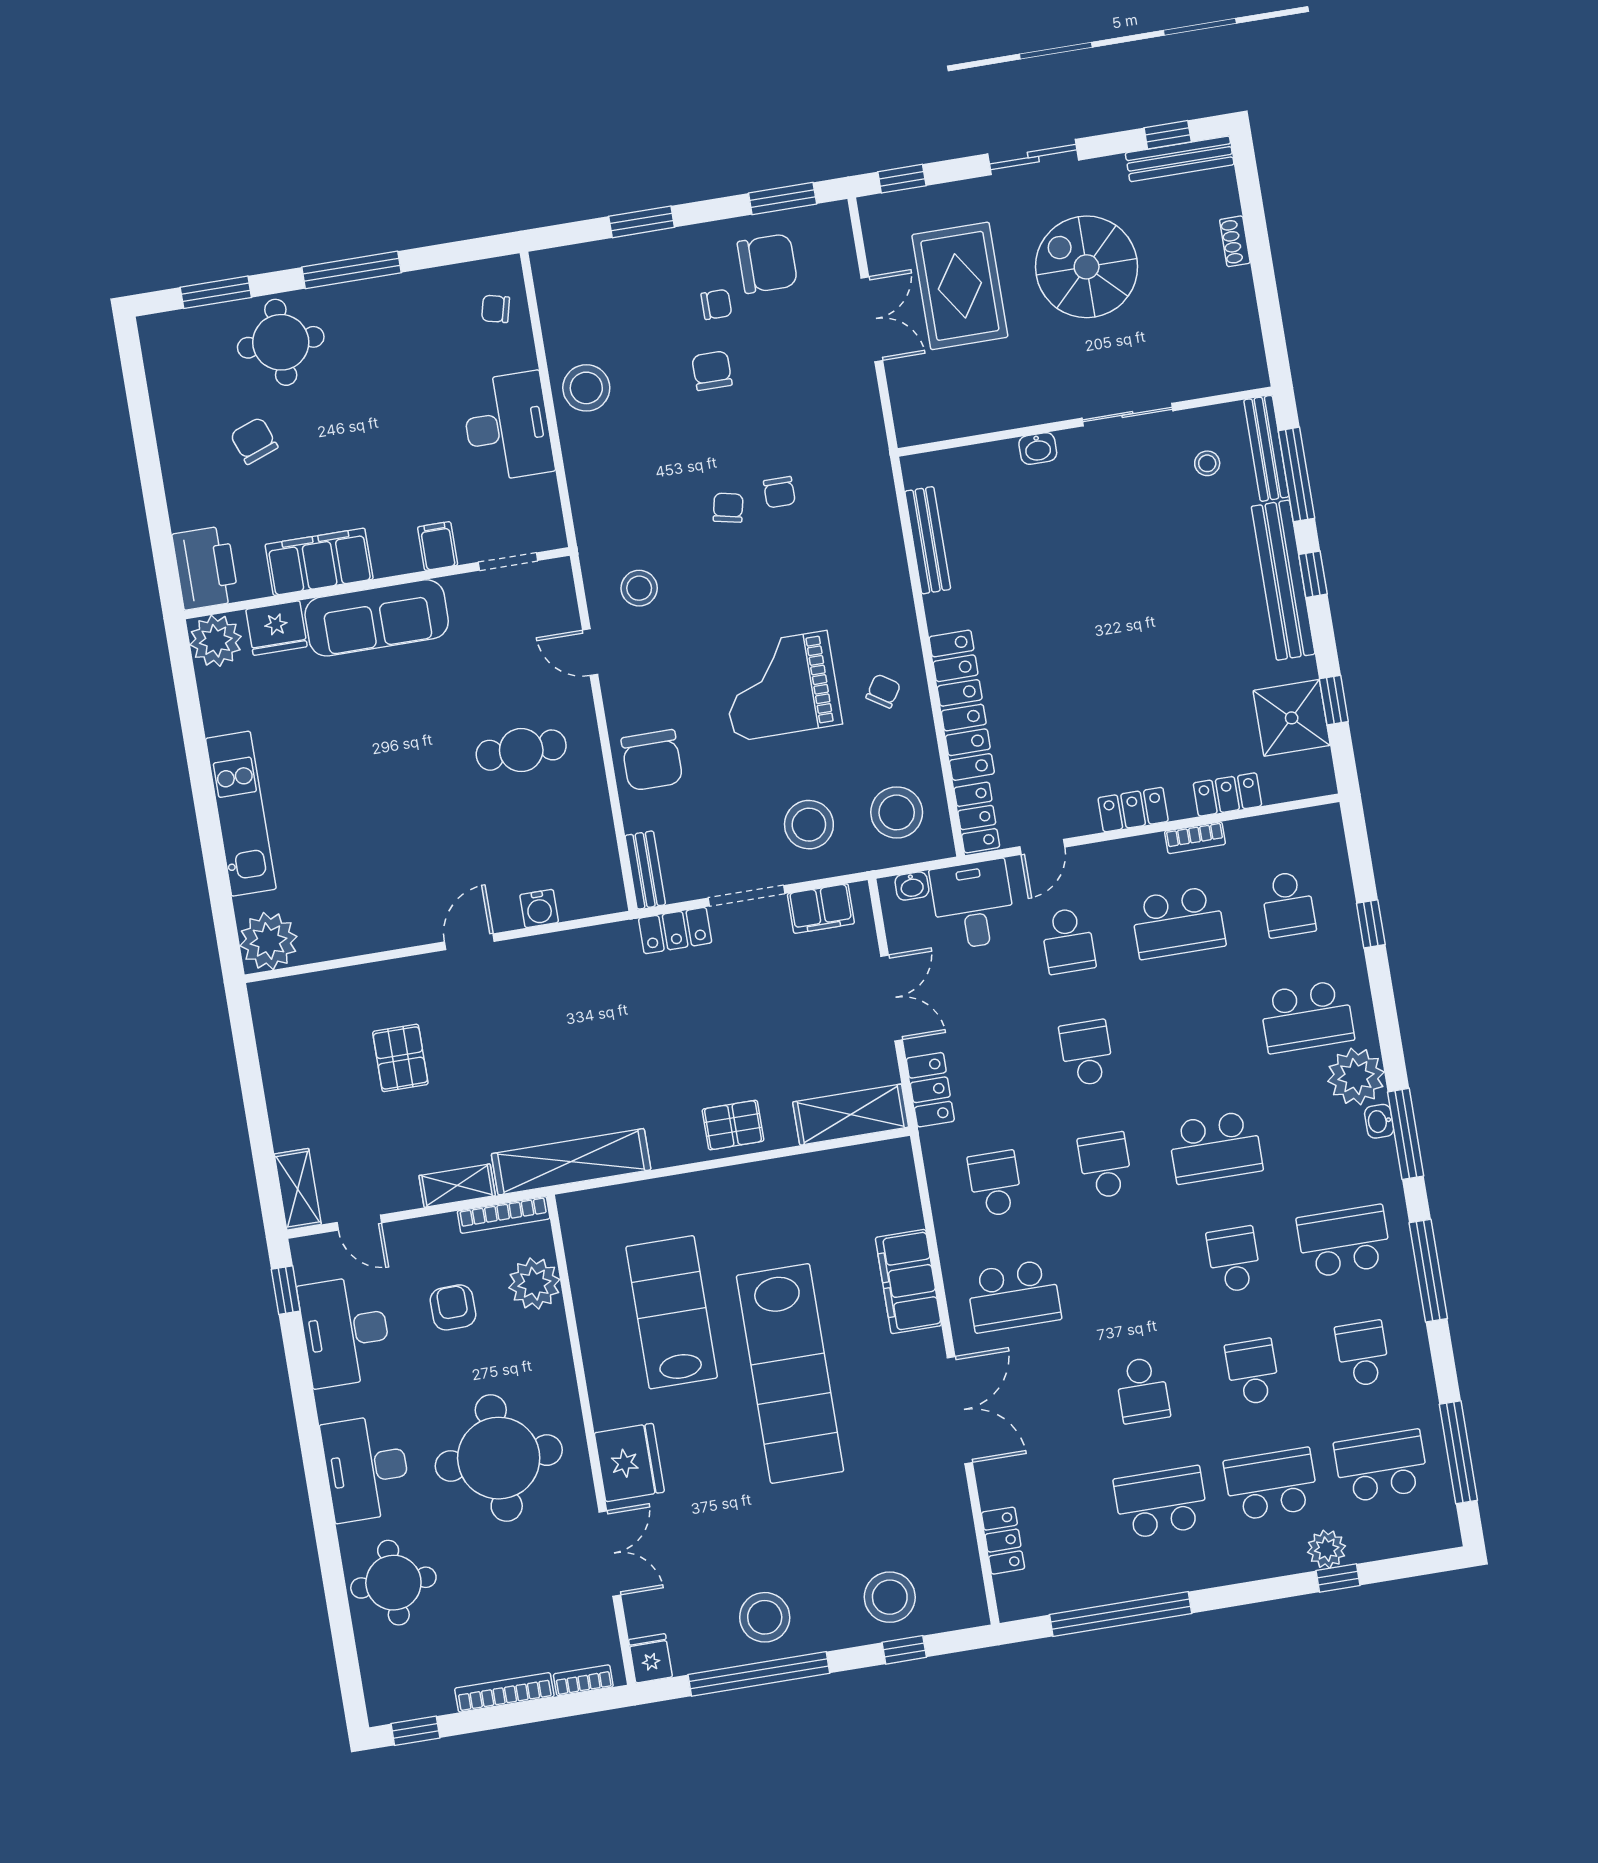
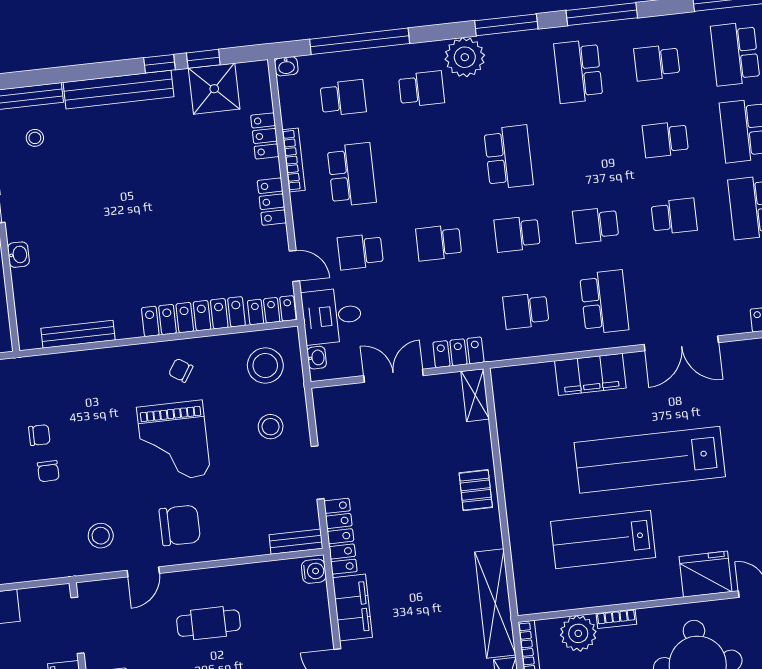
window: (1296, 474) -> (46, 76), removed
chair: (728, 508) -> (48, 471), turned -103
doorway: (508, 561) -> (77, 625), width x1.38
window: (1313, 574) -> (160, 64), moved
cafe table: (521, 750) -> (208, 623), turned 90
chair: (652, 760) -> (180, 525), moved
stool: (809, 825) -> (271, 427), width x0.73, depth x0.73
bookcase: (1195, 838) -> (294, 160), width x1.56
water cooler: (539, 909) -> (314, 571), moved
filing cabinet: (821, 909) -> (352, 608), moved, width x1.50, depth x1.17
window: (1371, 924) -> (360, 41), width x3.17
locker: (675, 931) -> (340, 536), width x1.53
school desk: (1068, 941) -> (360, 252), turned 180
school desk: (1307, 1017) -> (422, 89), width x0.54
shelving: (851, 1115) -> (475, 395), width x0.67, depth x0.75
washbasin: (1379, 1121) -> (286, 66), moved
school desk: (1234, 1260) -> (596, 225), moved
bookcase: (558, 1337) -> (616, 619), added
lab bench: (790, 1373) -> (650, 460), turned 180
double door: (960, 1410) -> (681, 343), swing flipped

